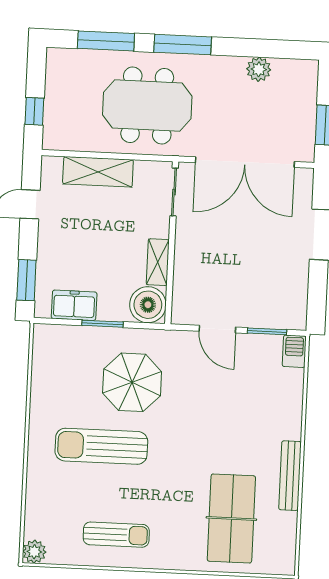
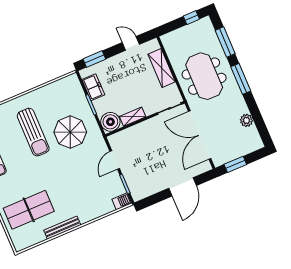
window: (34, 111) -> (191, 18), moved
sun lounger: (101, 446) -> (33, 132), turned 180

